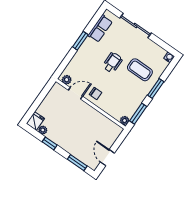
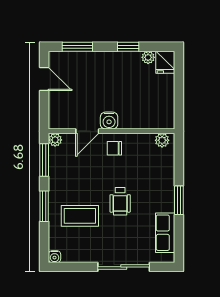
door: (75, 93) -> (87, 131), moved
water cooler: (88, 111) -> (109, 121), added

